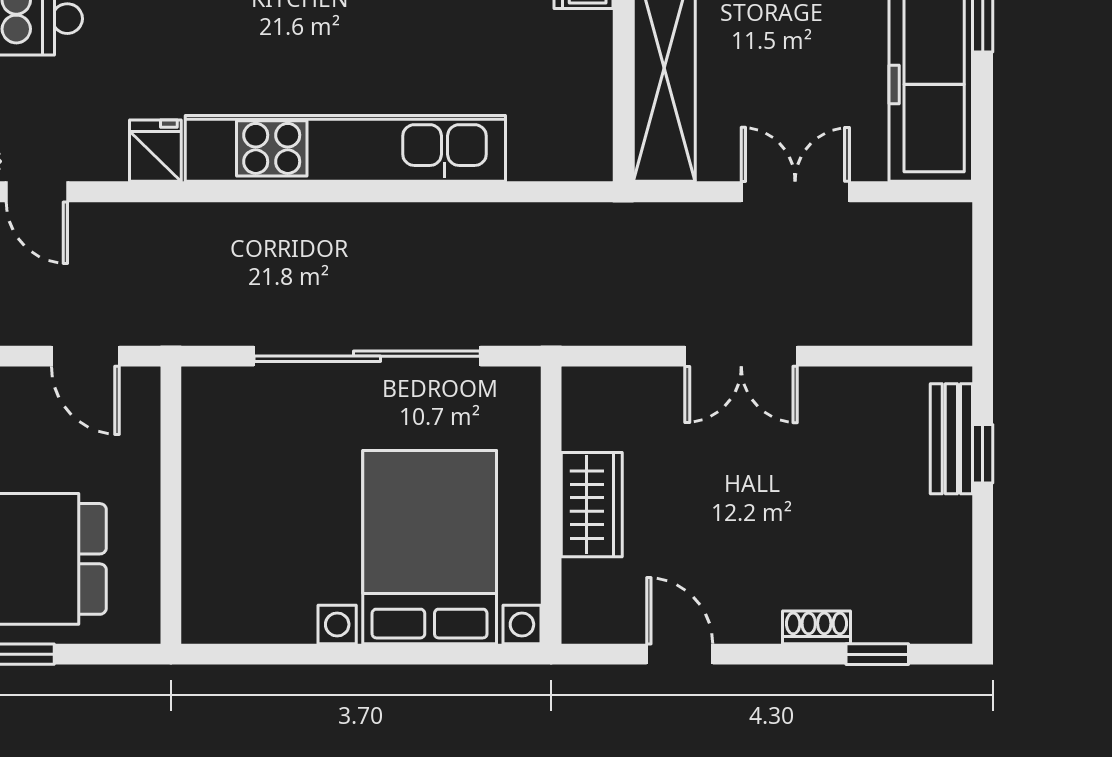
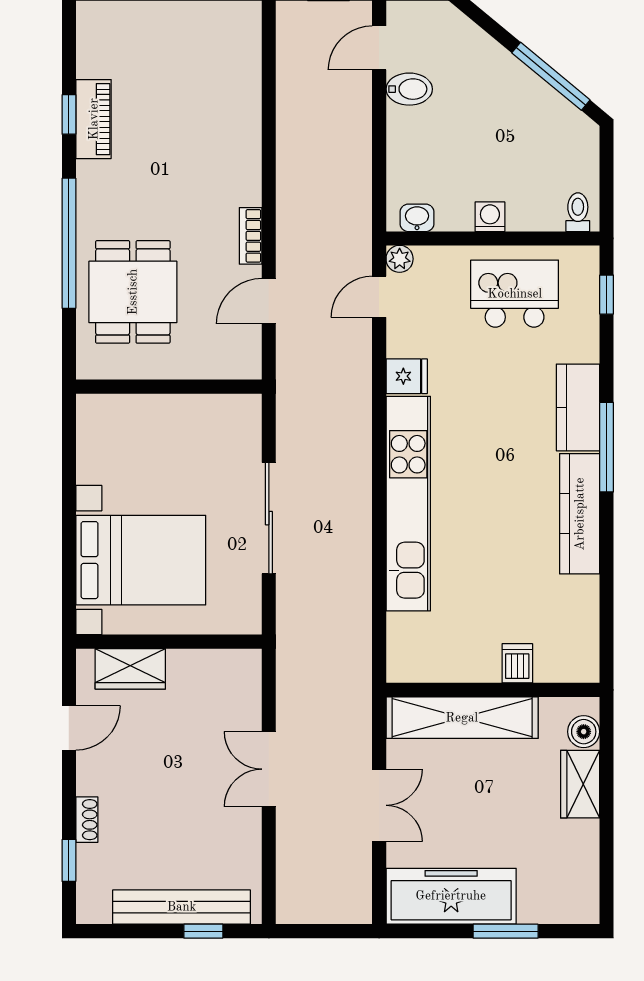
door: (85, 356) -> (269, 301), moved
sliding door: (367, 356) -> (269, 518), width x0.73
bench: (951, 439) -> (182, 907), width x1.86, depth x1.21
wardrobe: (592, 505) -> (130, 669), moved

